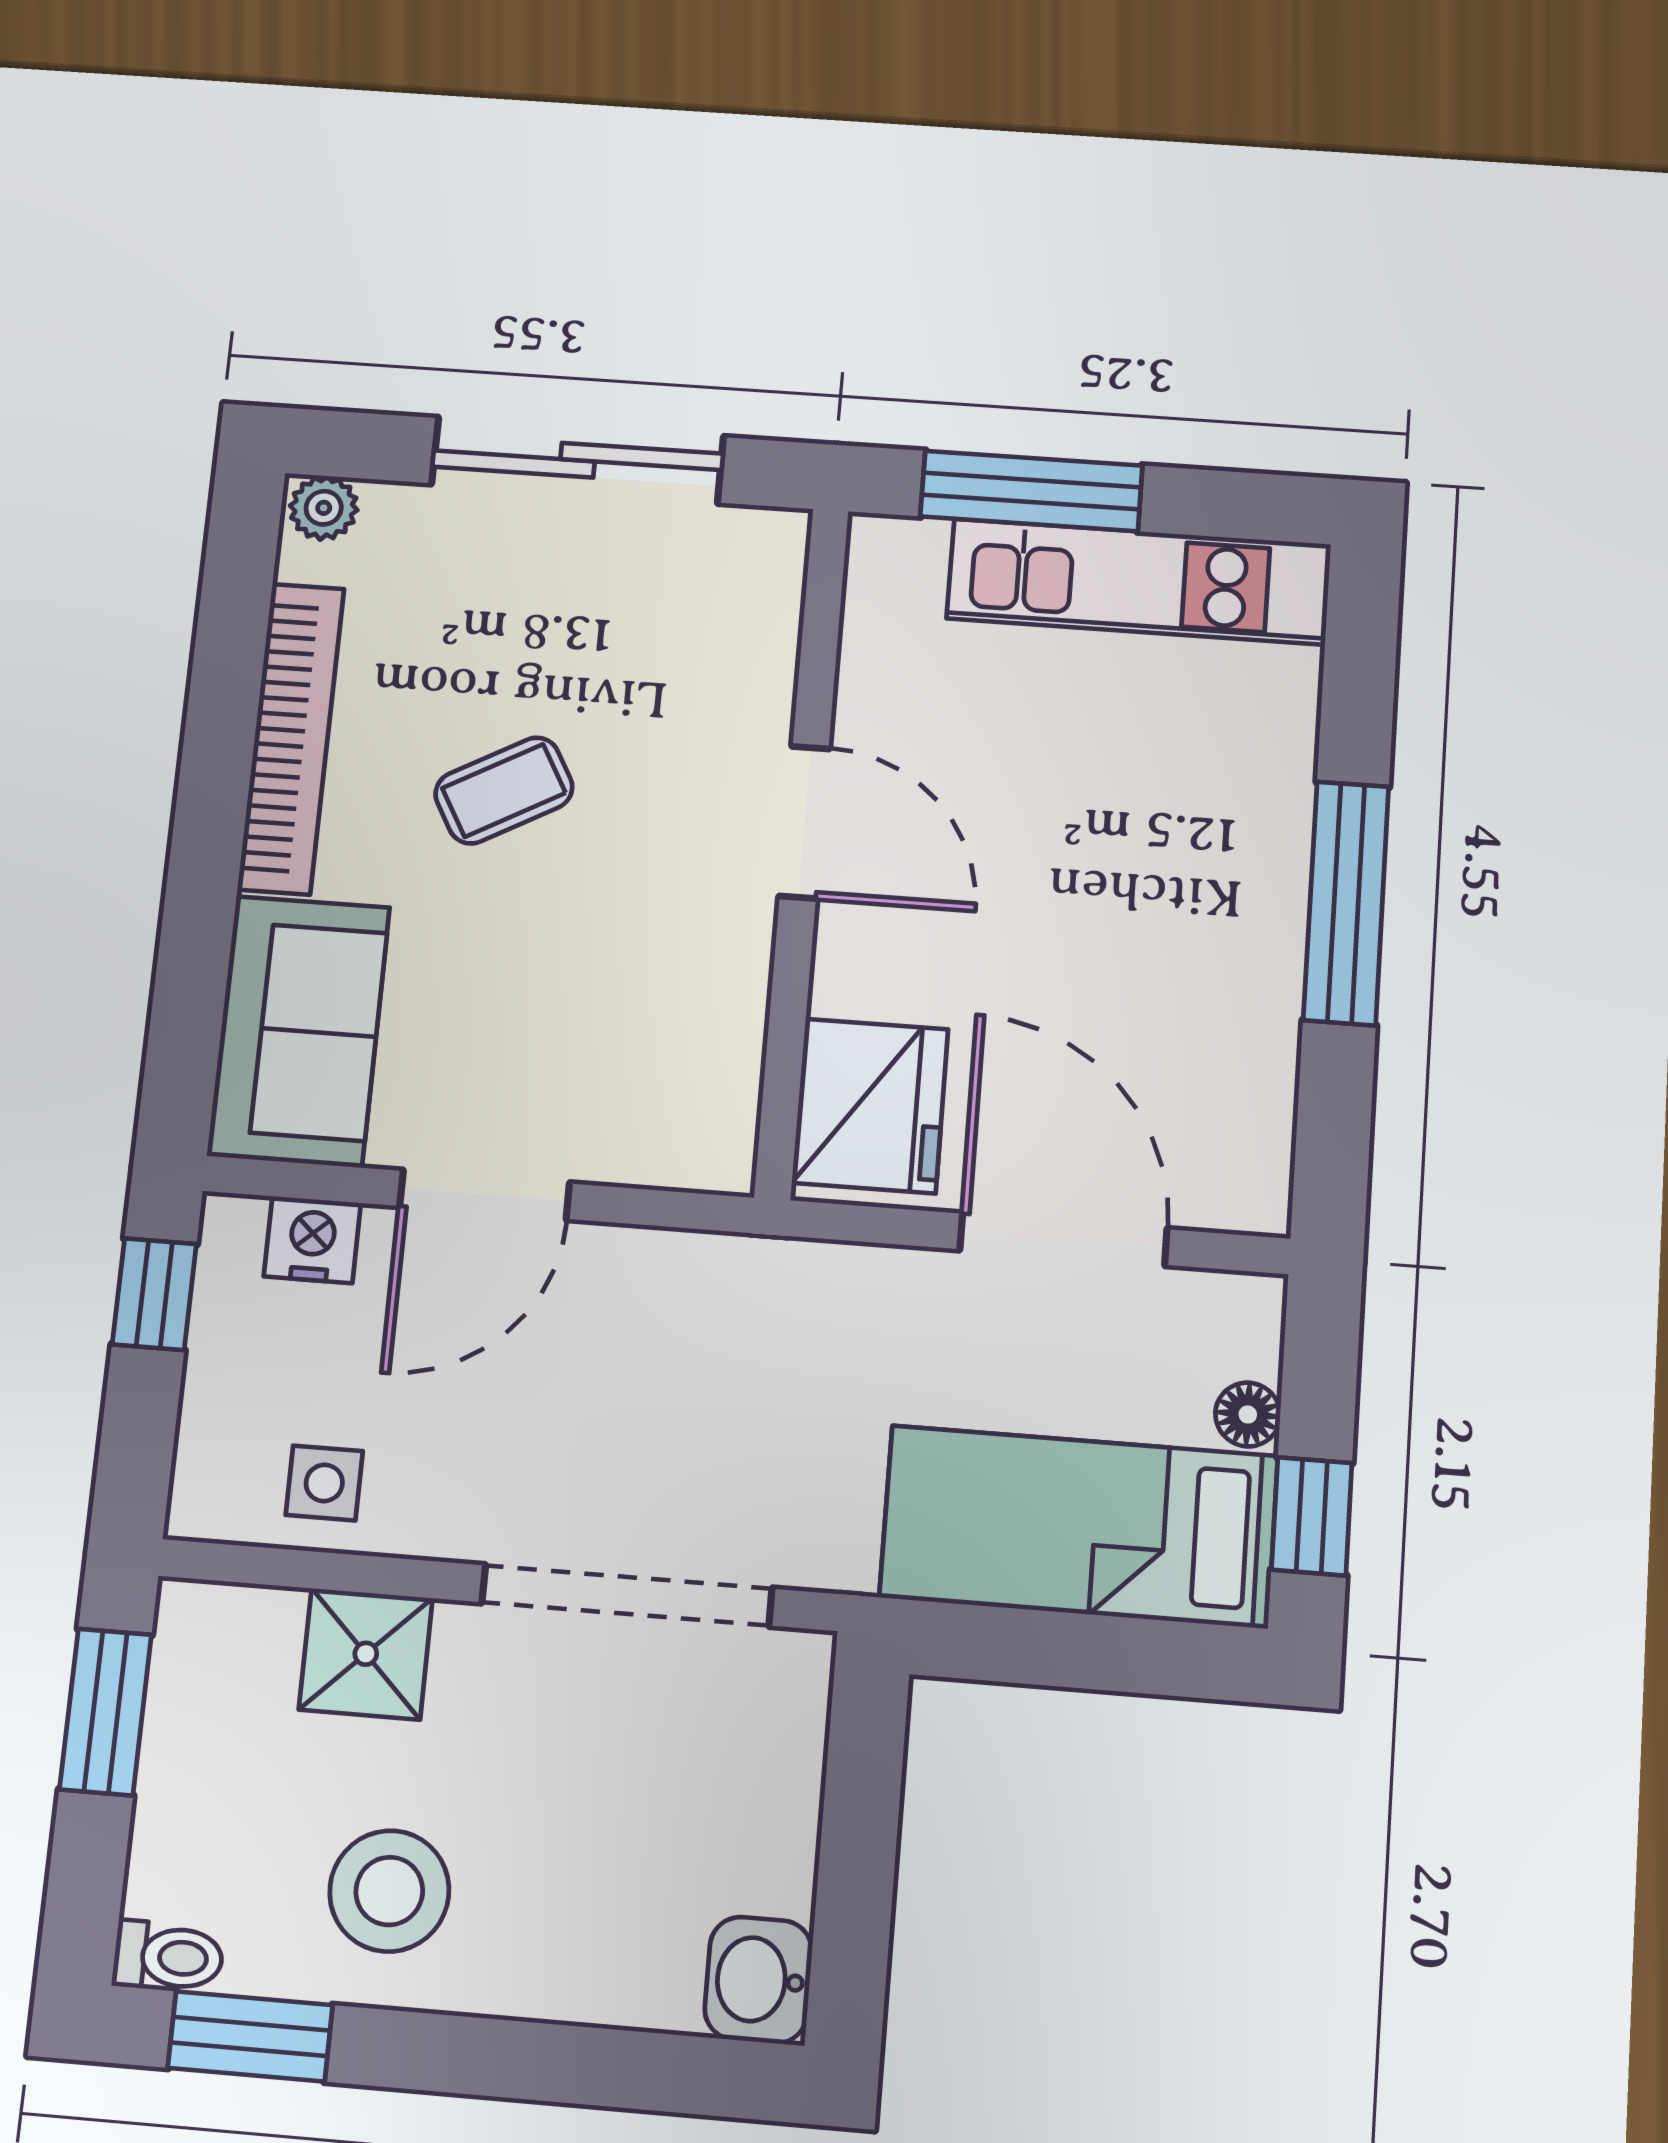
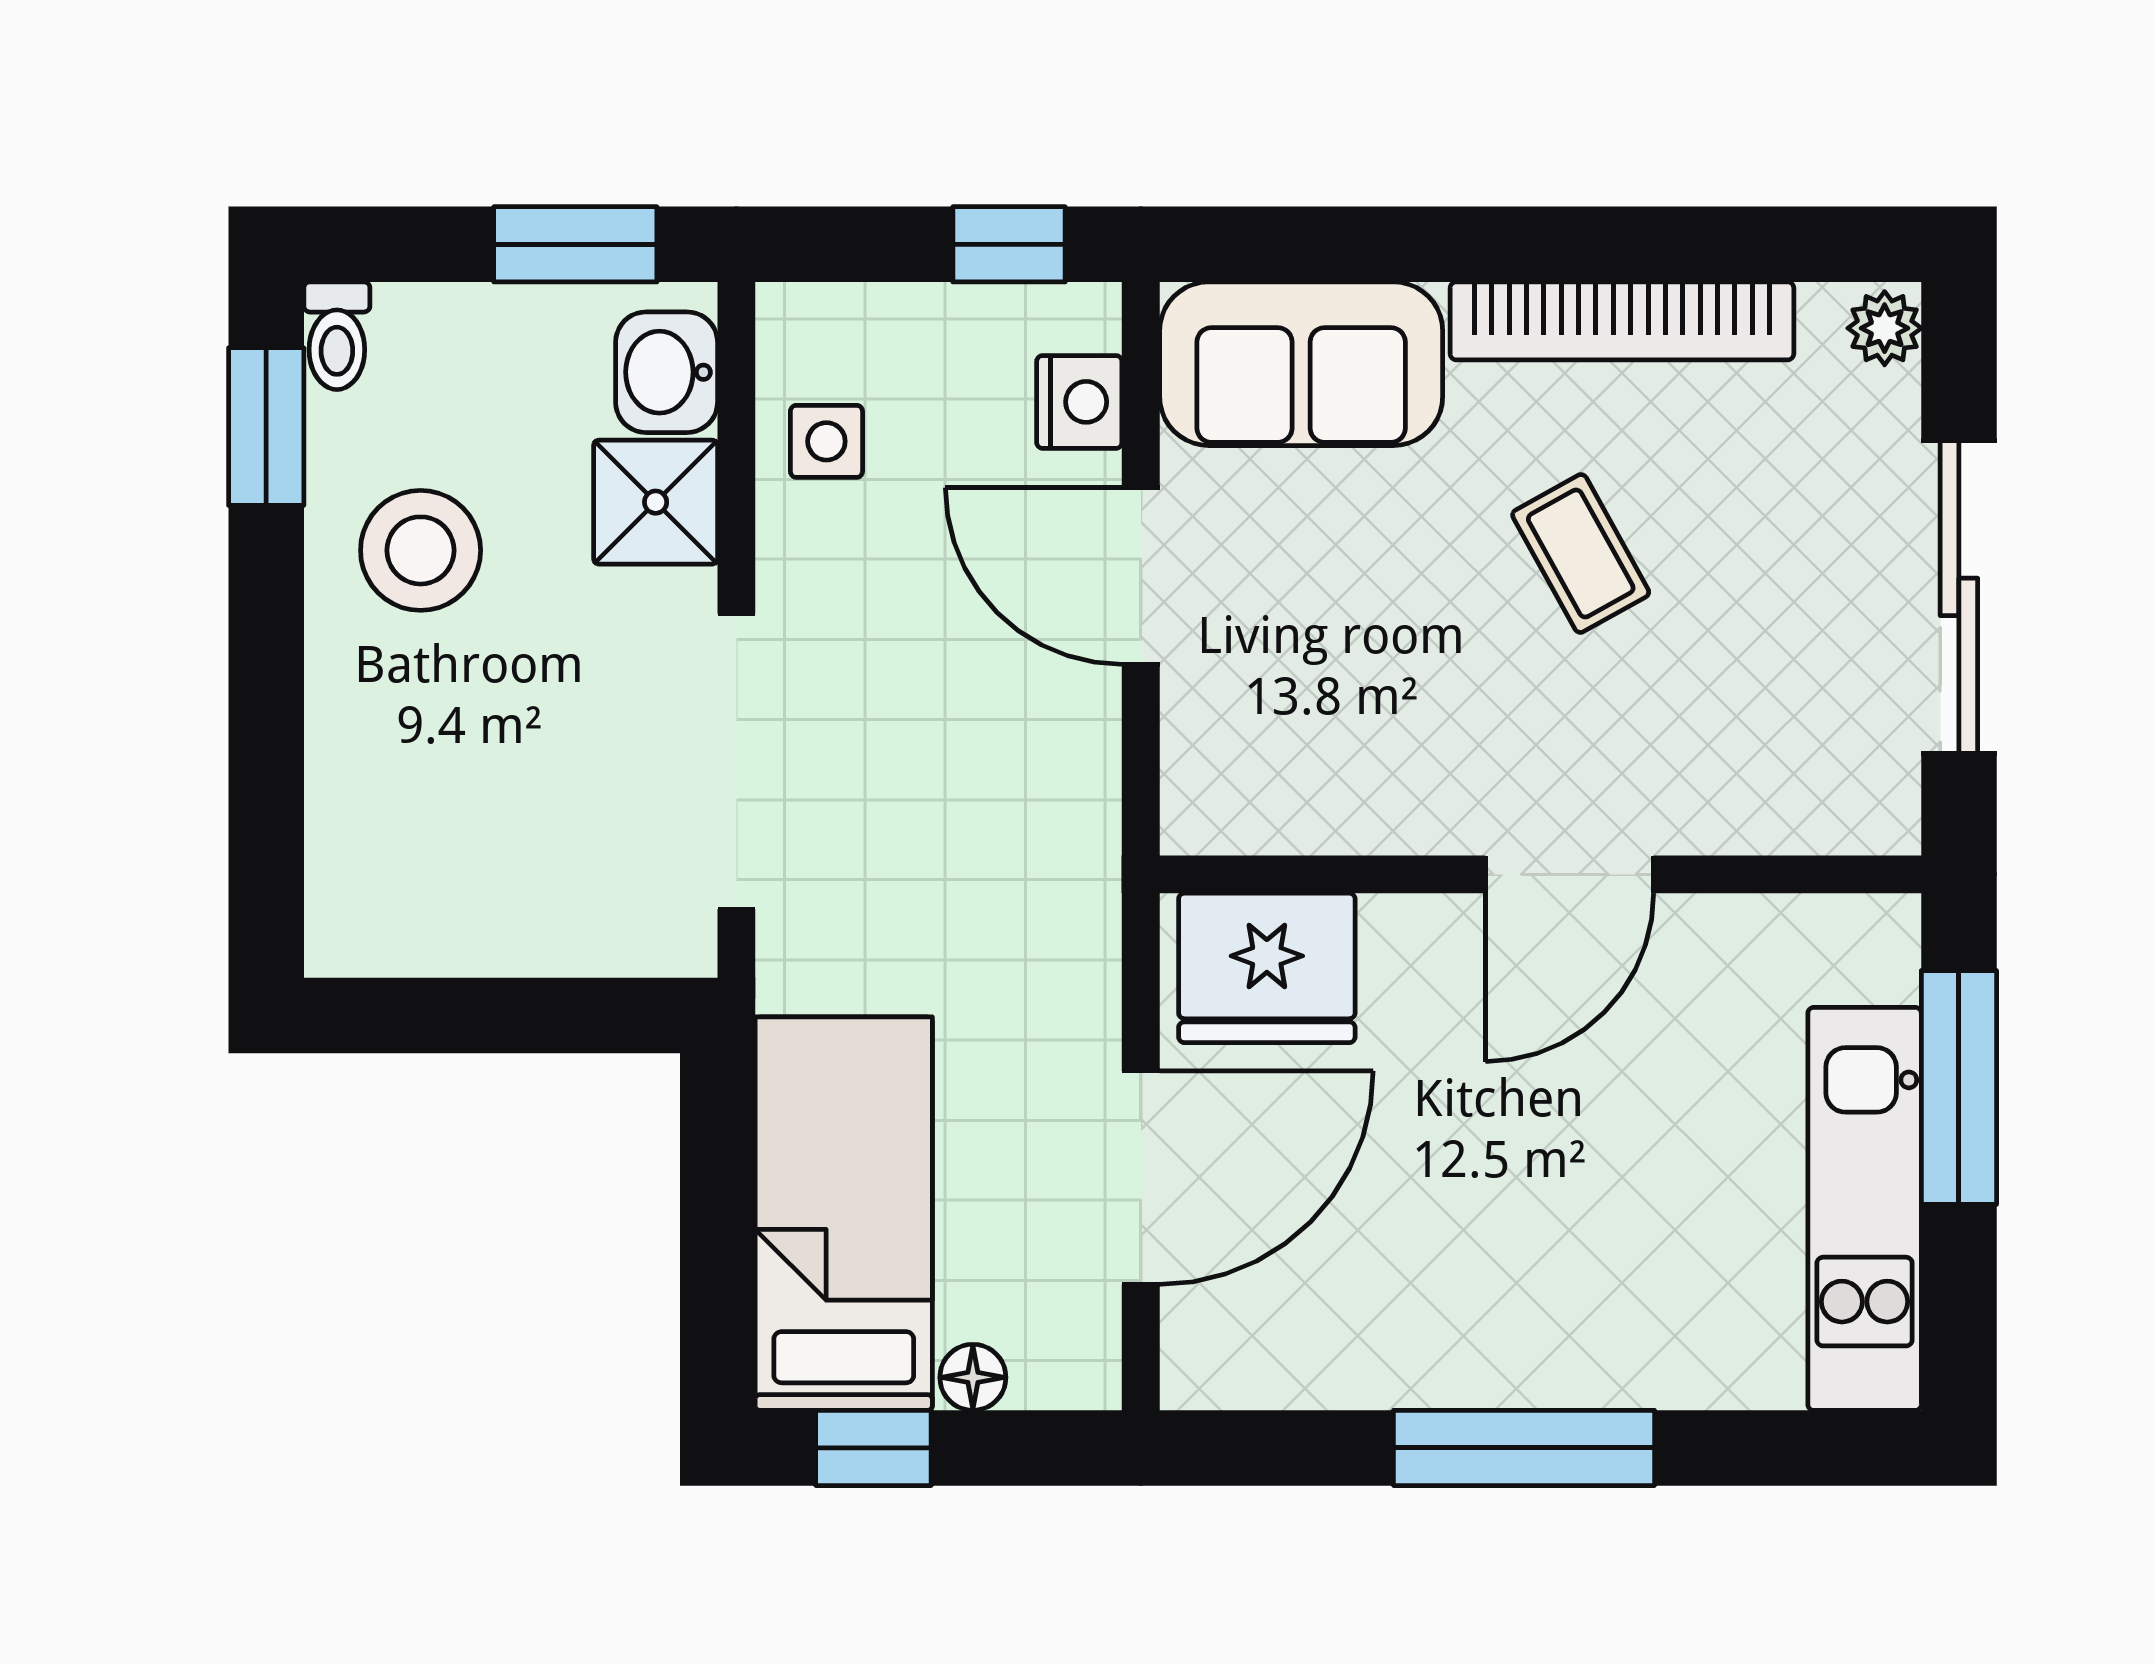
washbasin: (758, 1980) -> (667, 372), moved, turned -90

